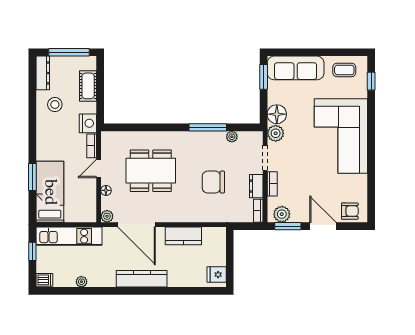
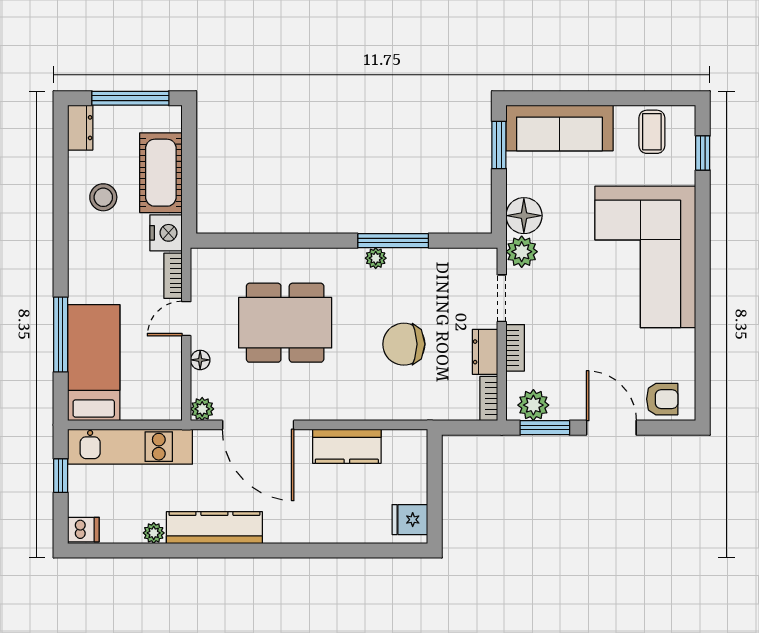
coffee table: (344, 70) -> (652, 132), turned 90
dresser: (43, 73) -> (80, 128), width x0.70
cot: (88, 86) -> (161, 173), width x1.37, depth x1.34
plant: (232, 137) -> (376, 258), moved
window: (32, 177) -> (61, 335), width x1.44
kitchen counter: (142, 279) -> (214, 528), moved

